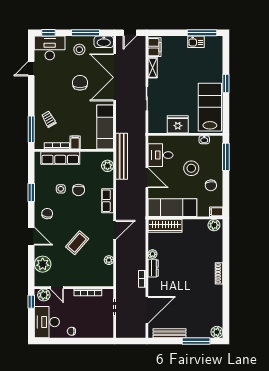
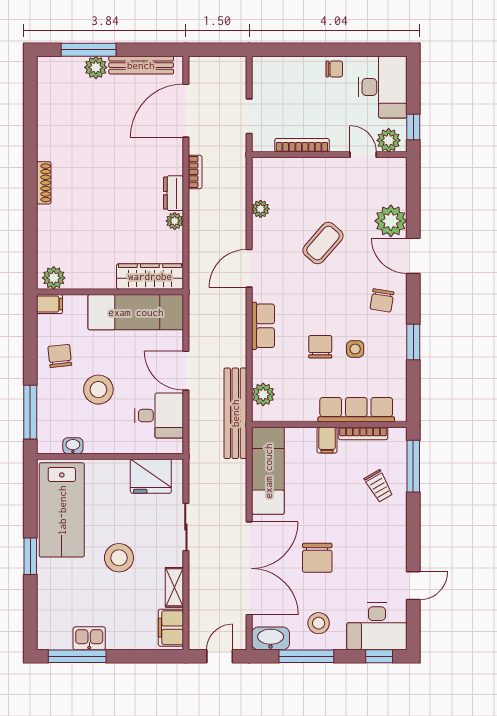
stool: (181, 83) -> (119, 558), added
fridge: (178, 124) -> (151, 476), moved
plant: (43, 264) -> (391, 221), moved
plant: (217, 332) -> (96, 67), moved

